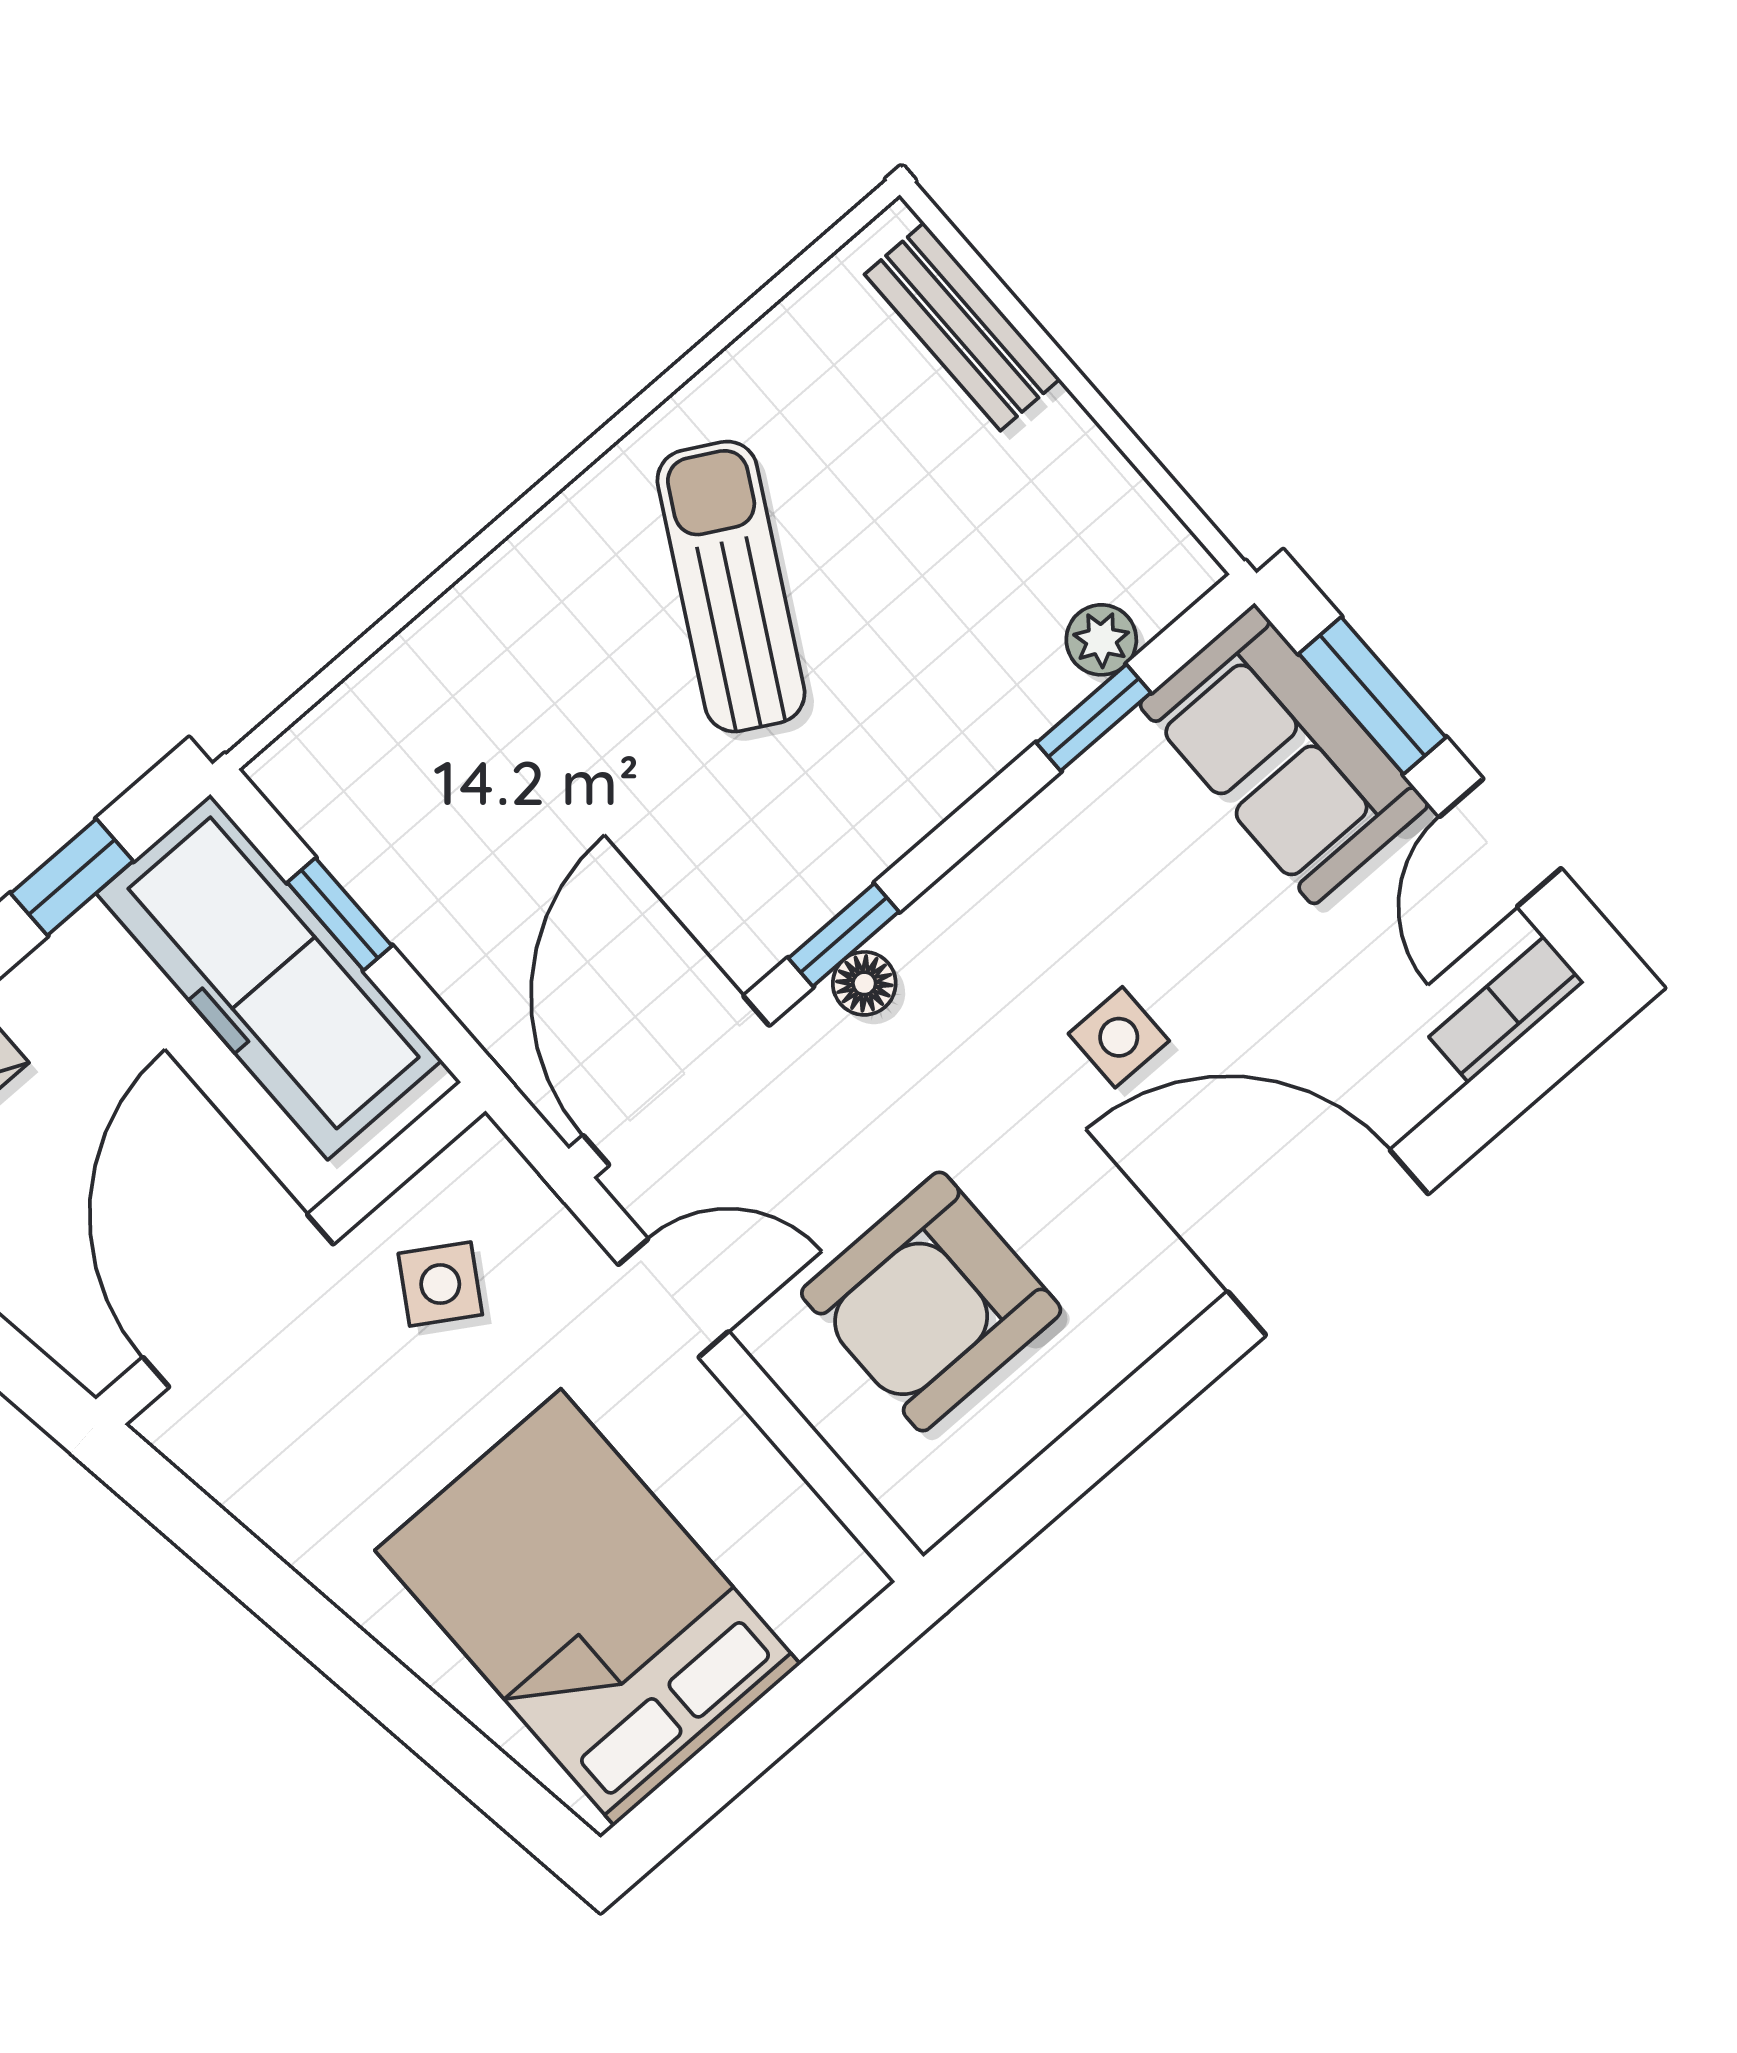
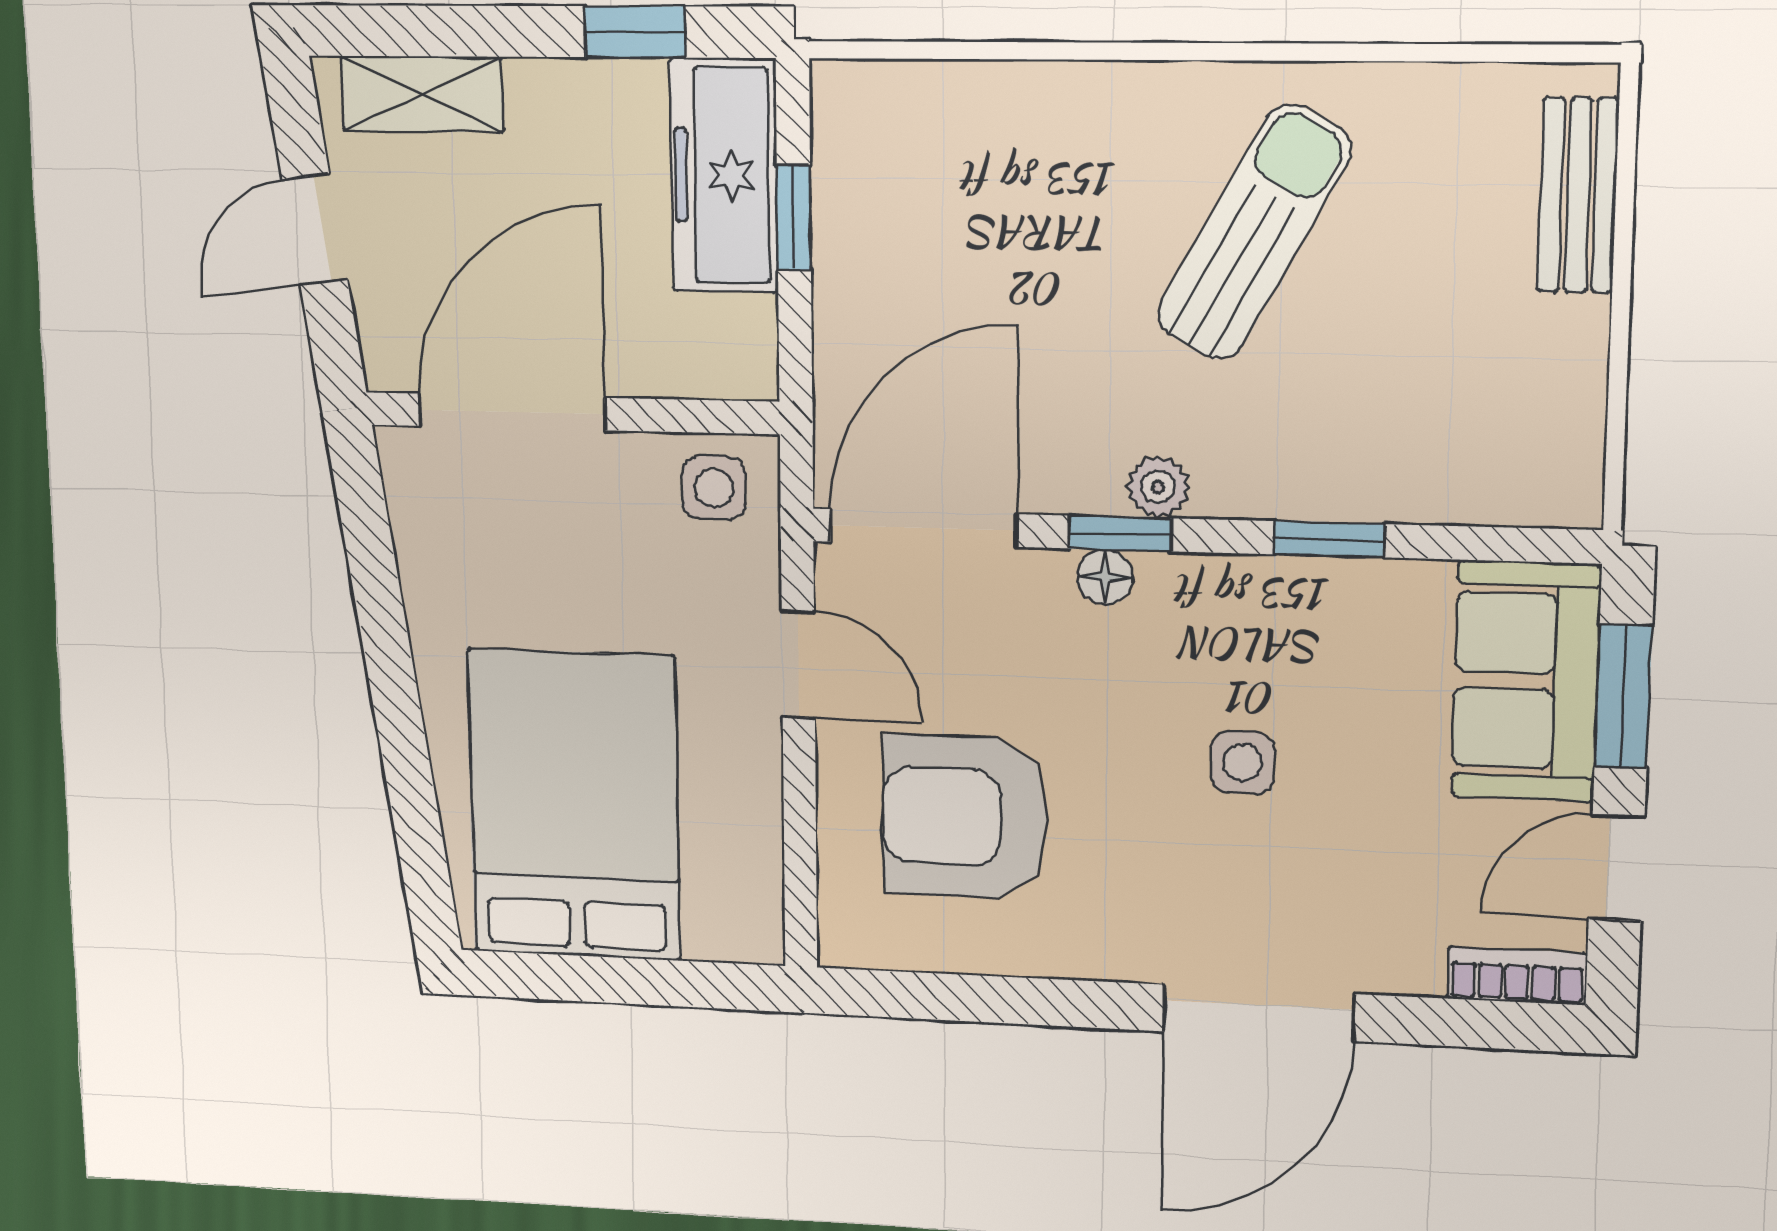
plant: (1101, 640) -> (1158, 487), moved
window: (1094, 718) -> (1329, 539), moved
freezer: (269, 977) -> (724, 175), width x0.73, depth x0.79
door: (1328, 1243) -> (1259, 1013), swing flipped
side table: (440, 1284) -> (714, 488), moved, turned -32

